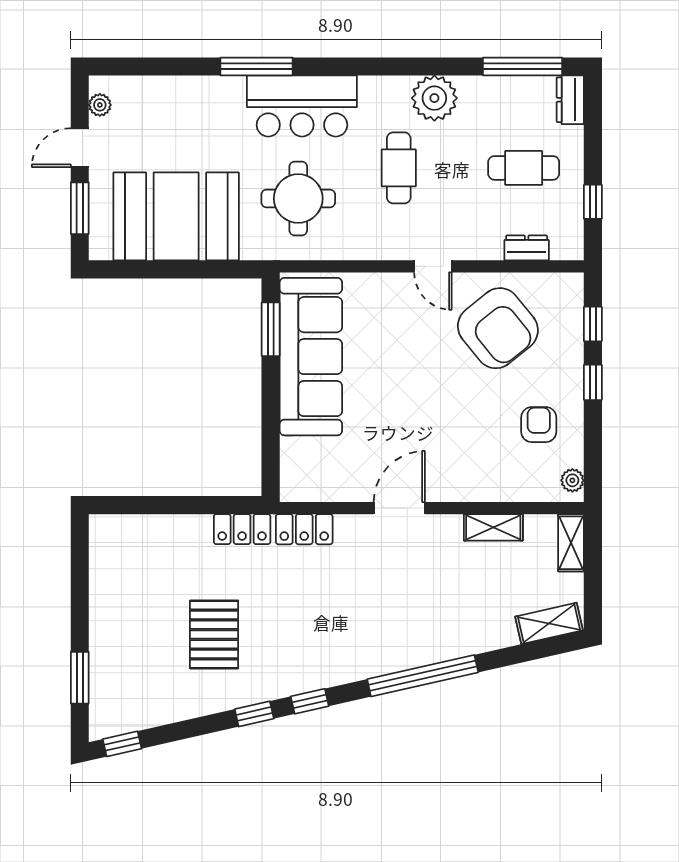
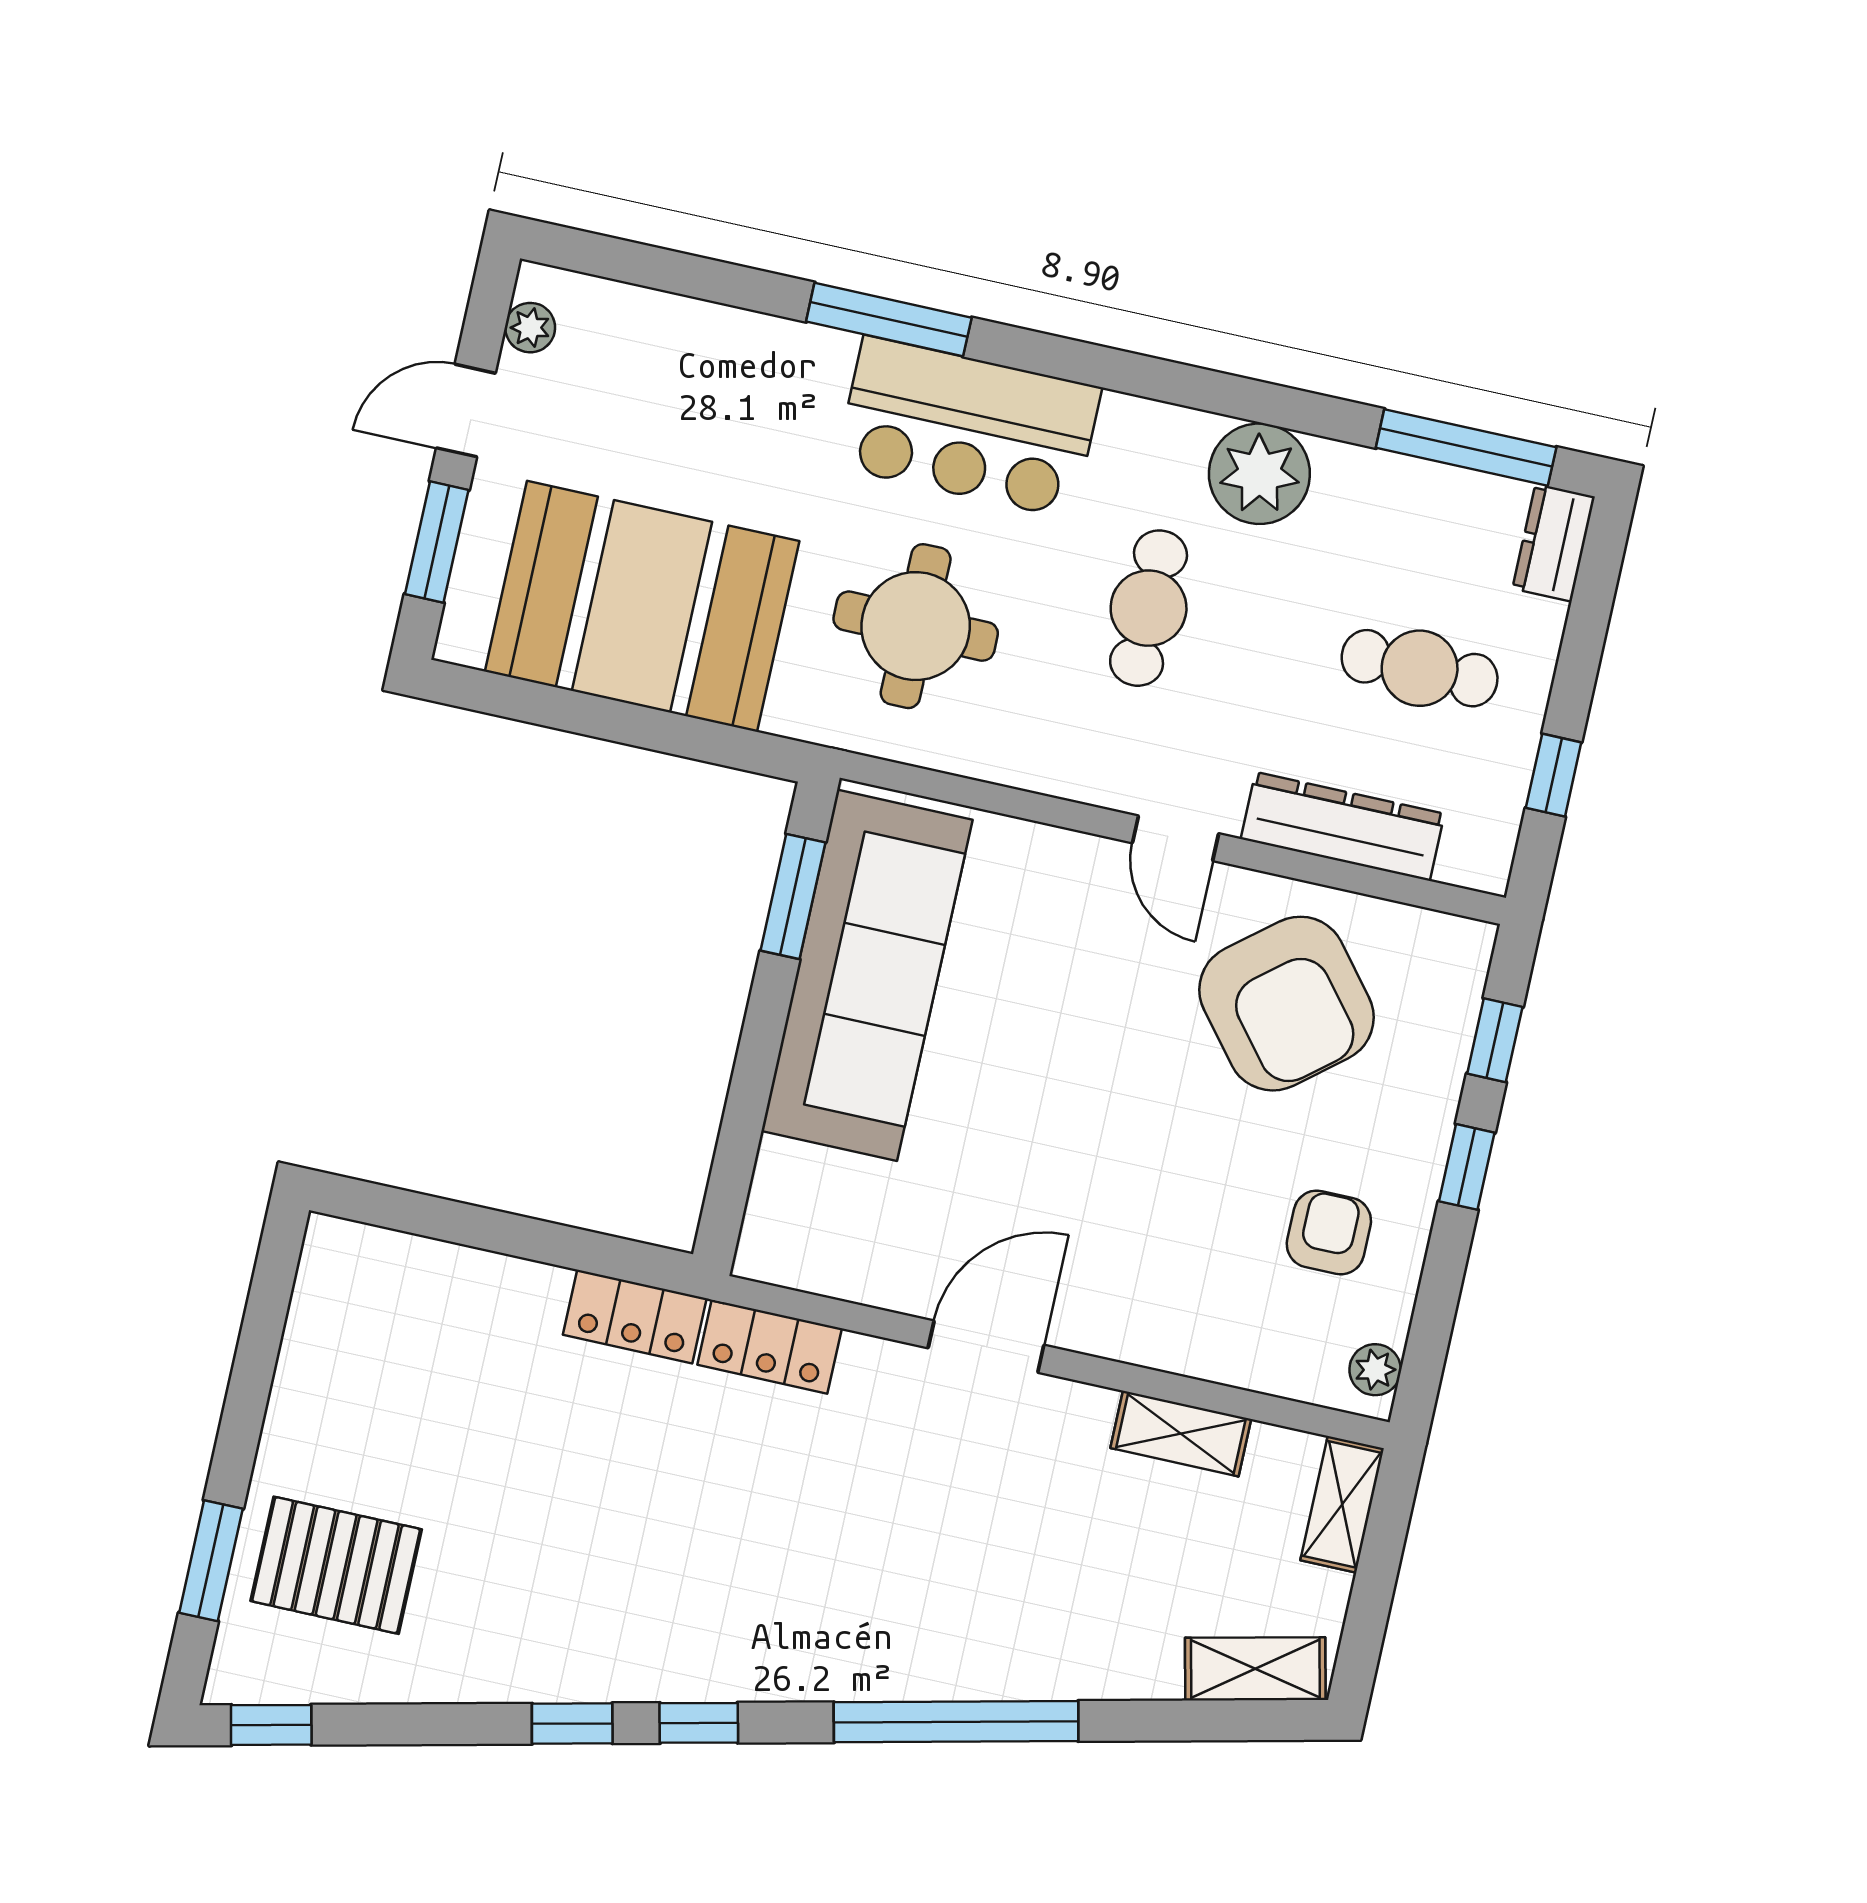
dresser: (527, 248) -> (1343, 826), width x1.96, depth x1.24
pallet: (214, 634) -> (336, 1565), moved, turned 90

